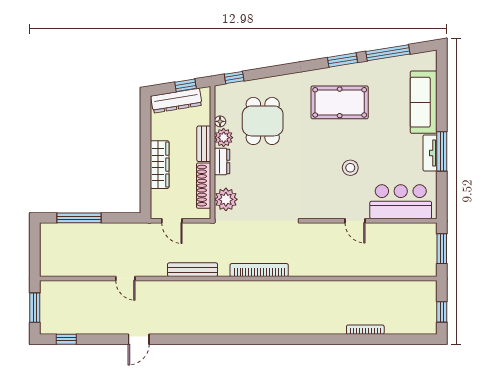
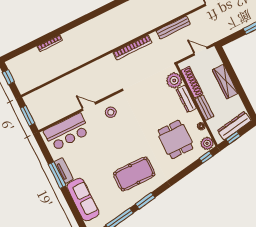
plant: (224, 138) -> (207, 143), moved
dresser: (222, 161) -> (186, 99), width x1.44
stool: (350, 168) -> (111, 112), moved

